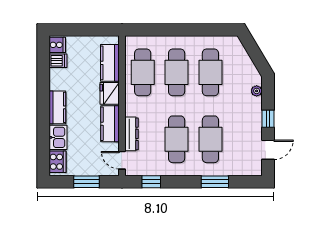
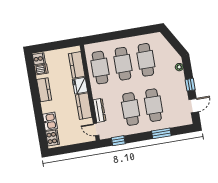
kitchen counter: (57, 107) -> (44, 90), moved
window: (86, 182) -> (74, 148), removed

